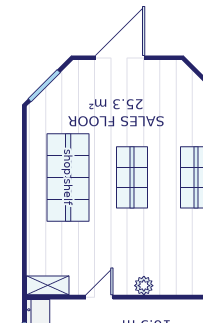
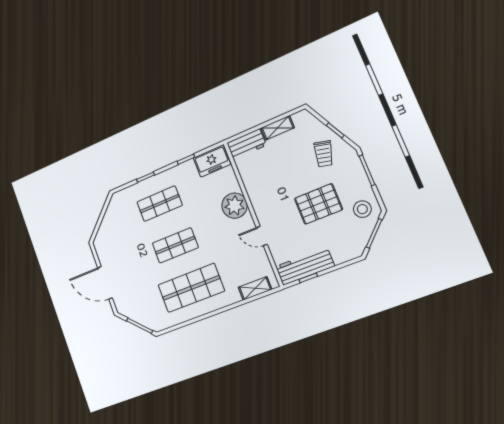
shelving: (48, 285) -> (255, 288), moved, turned 90
plant: (144, 286) -> (235, 206), width x1.88, depth x1.88

